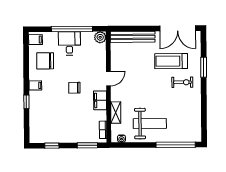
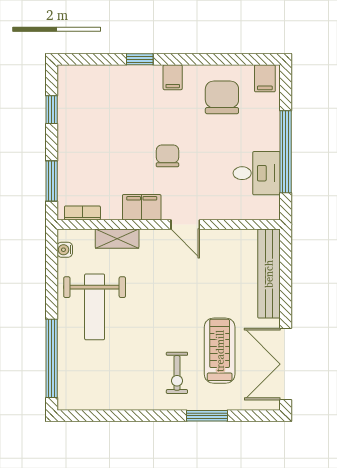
plant: (100, 37) -> (269, 208), removed
desk: (69, 43) -> (257, 173), moved

